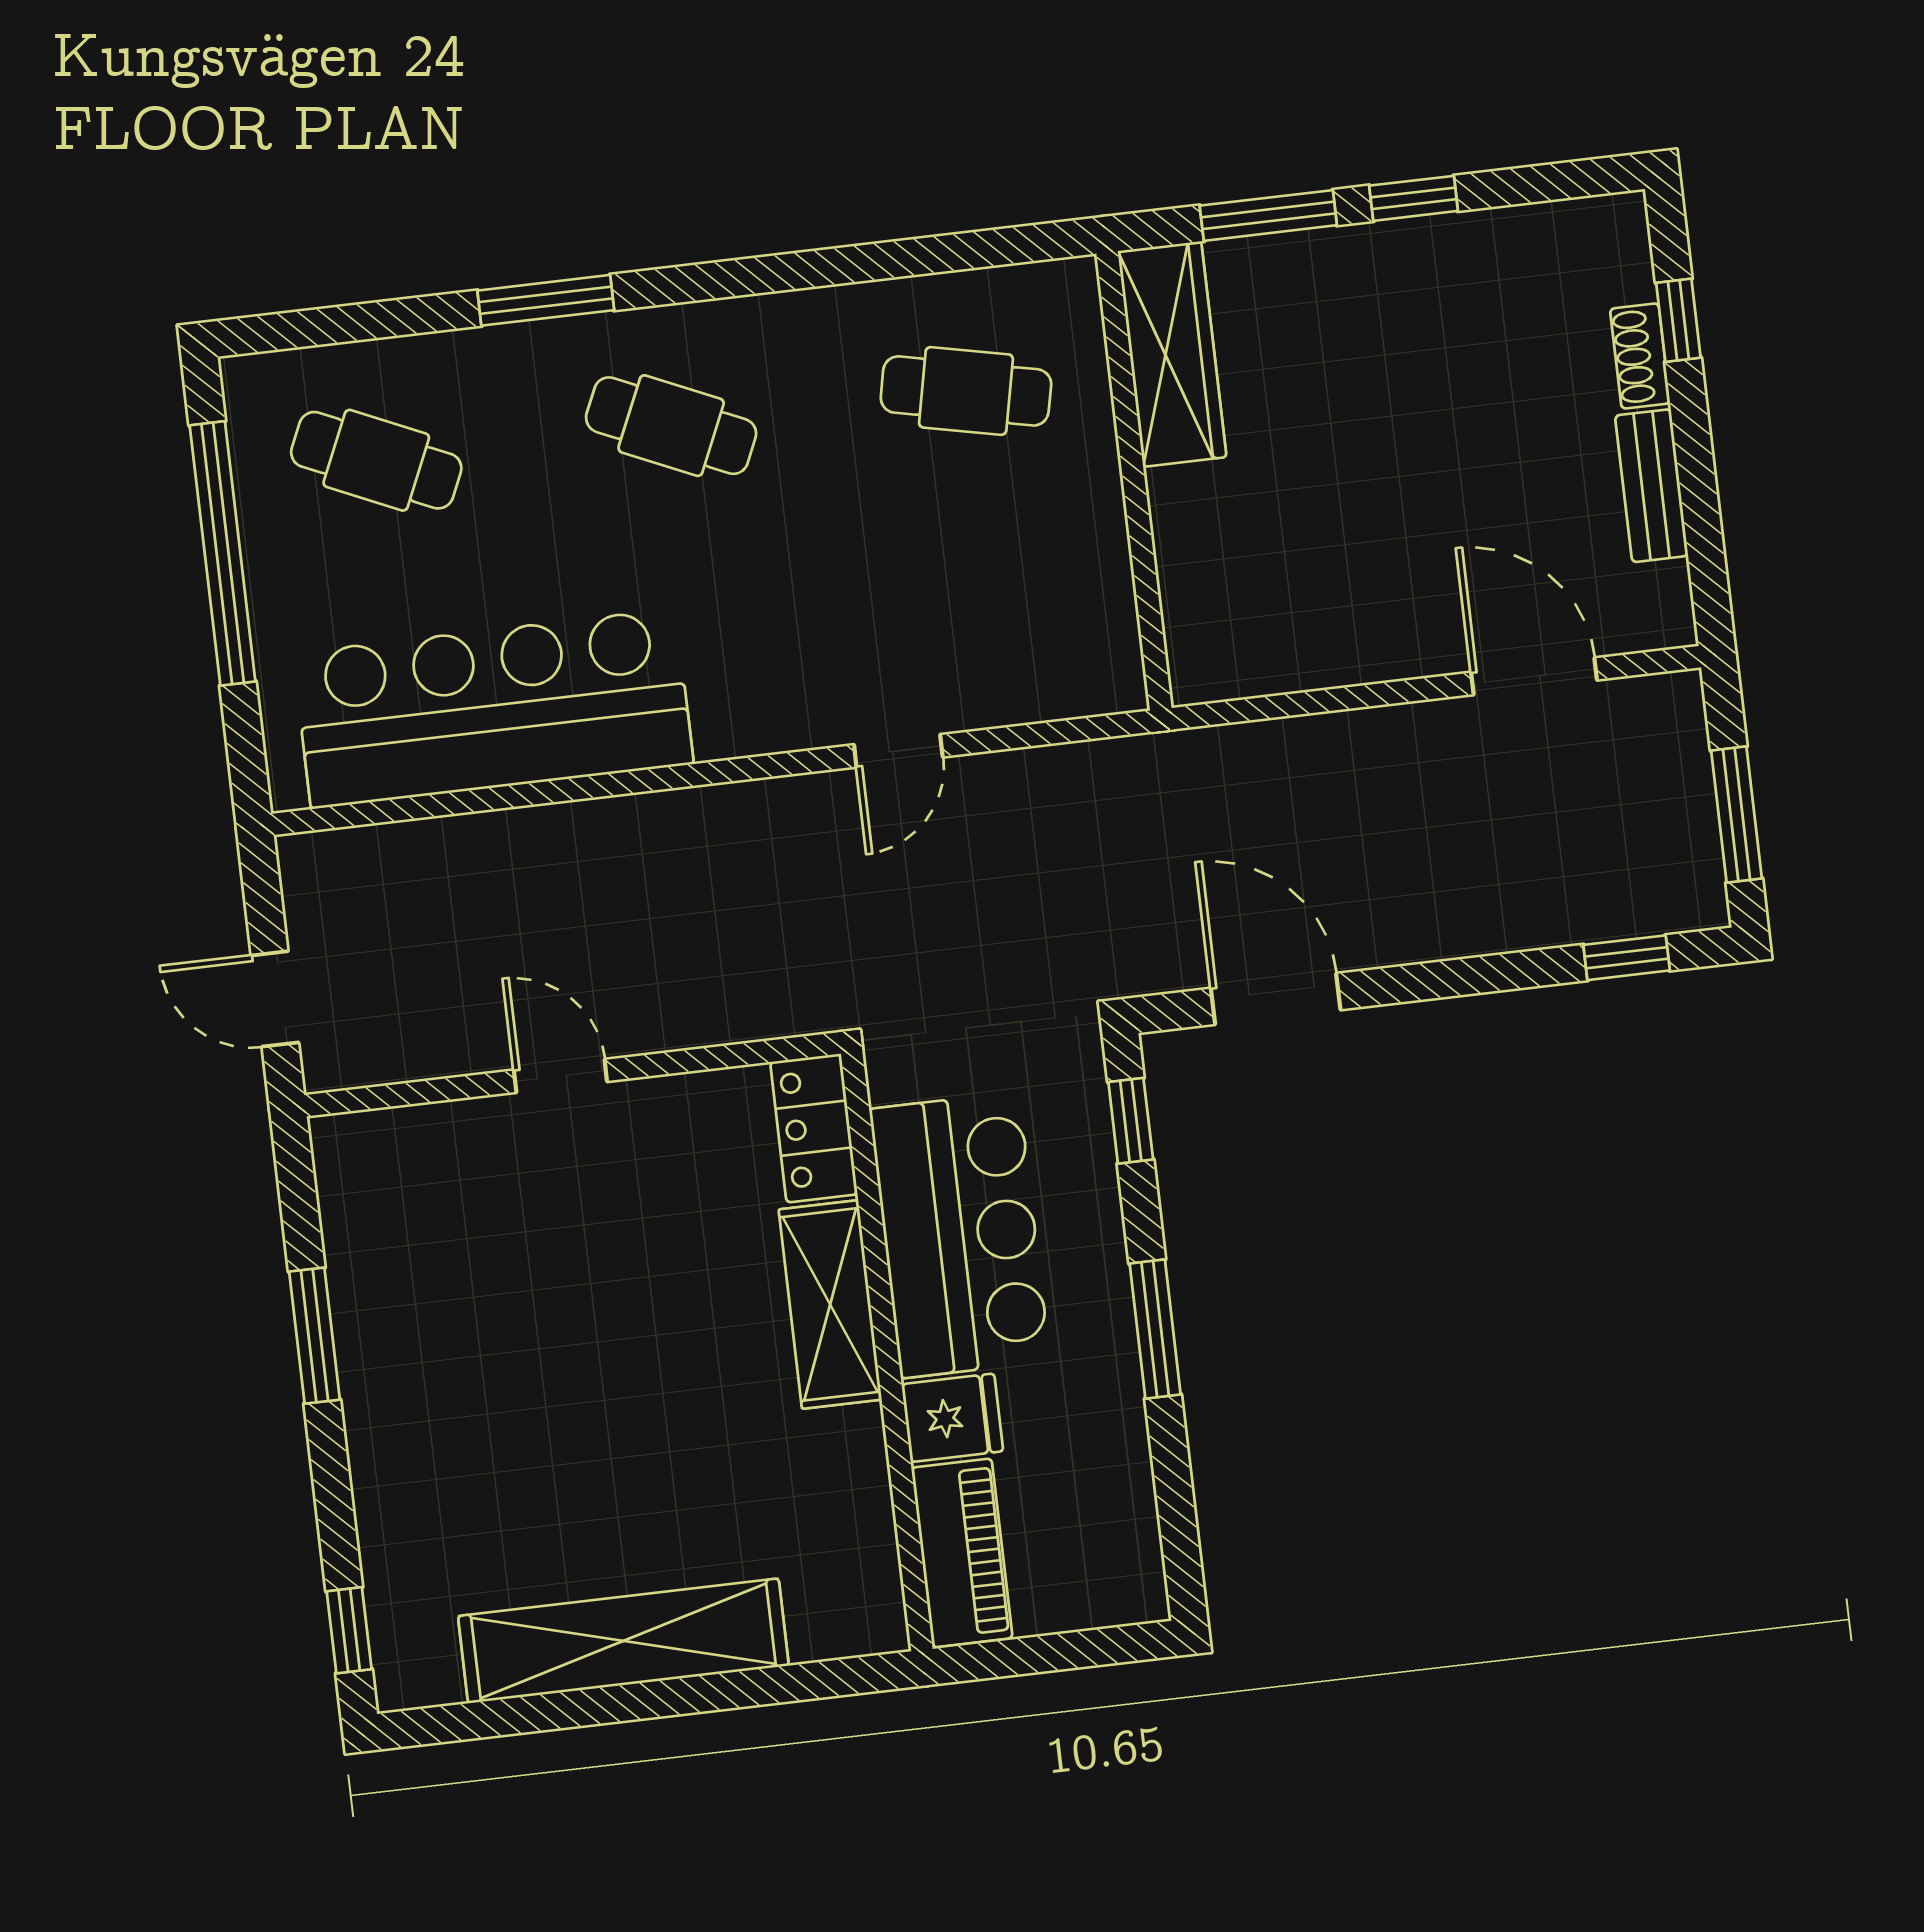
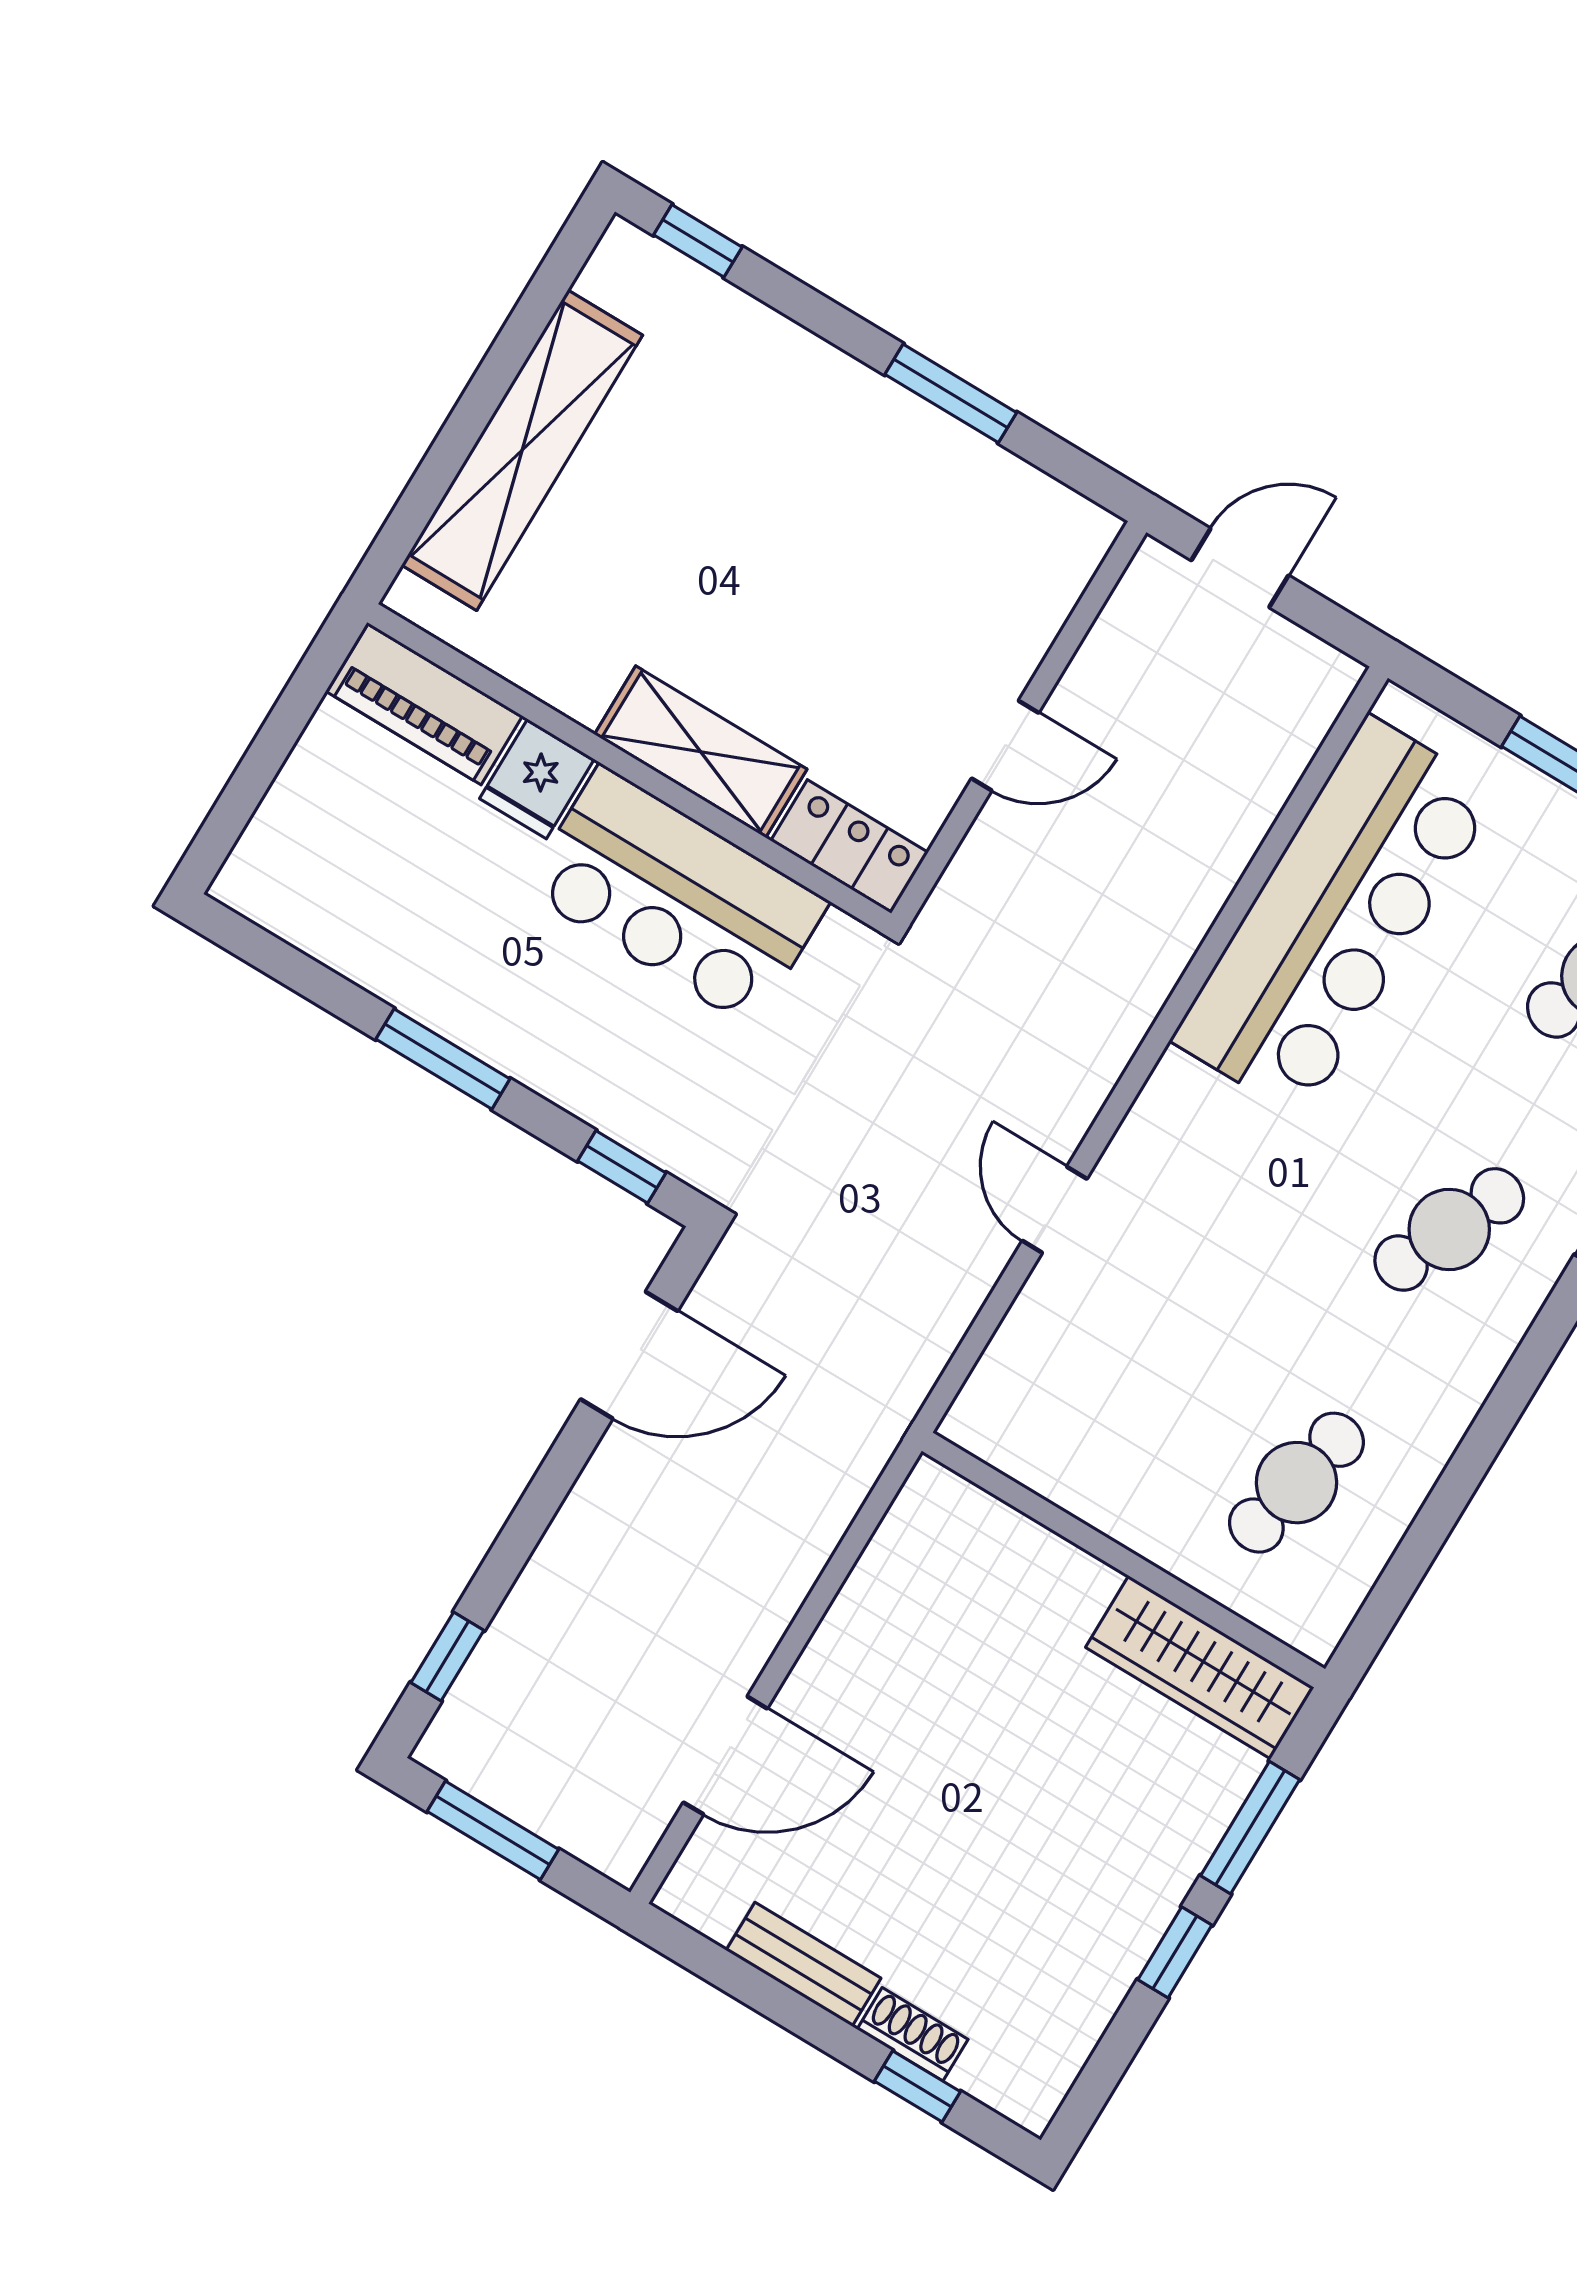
locker: (814, 1128) -> (849, 847), moved
bar counter: (960, 1235) -> (676, 896), moved
shelving: (830, 1304) -> (701, 752), moved
wall: (887, 1351) -> (629, 768), moved
fridge: (952, 1418) -> (537, 779), moved
piano: (962, 1553) -> (425, 704), moved

